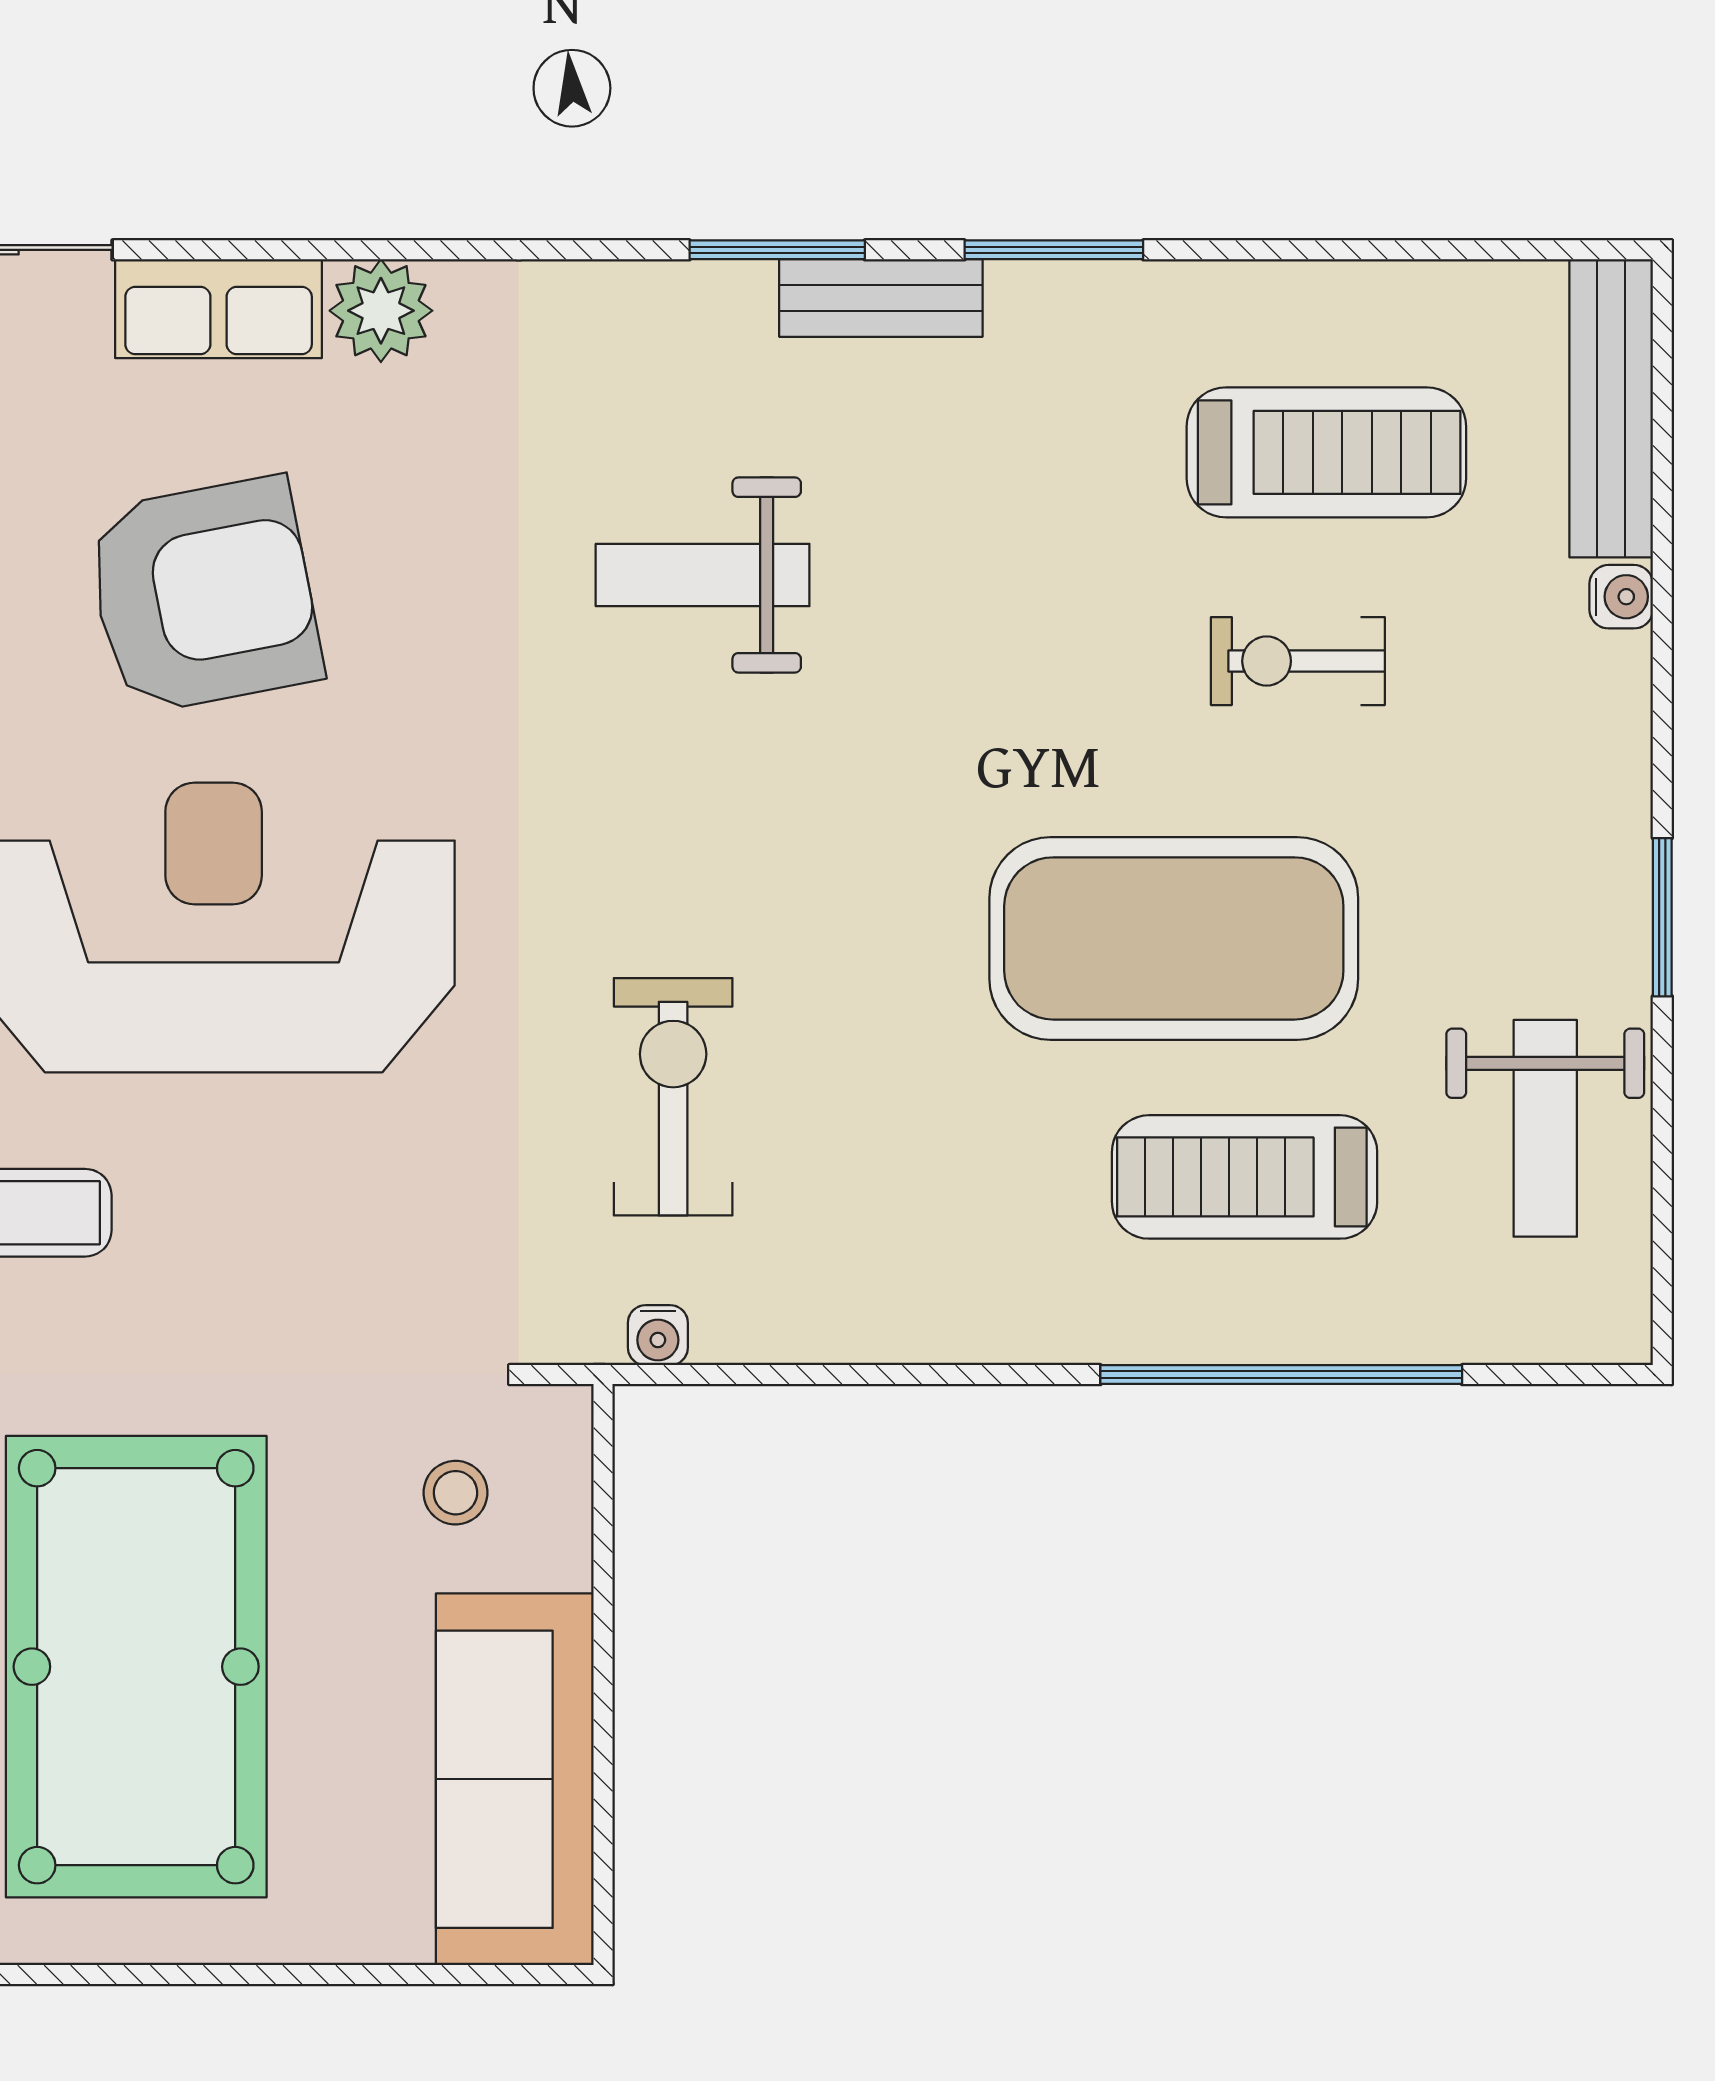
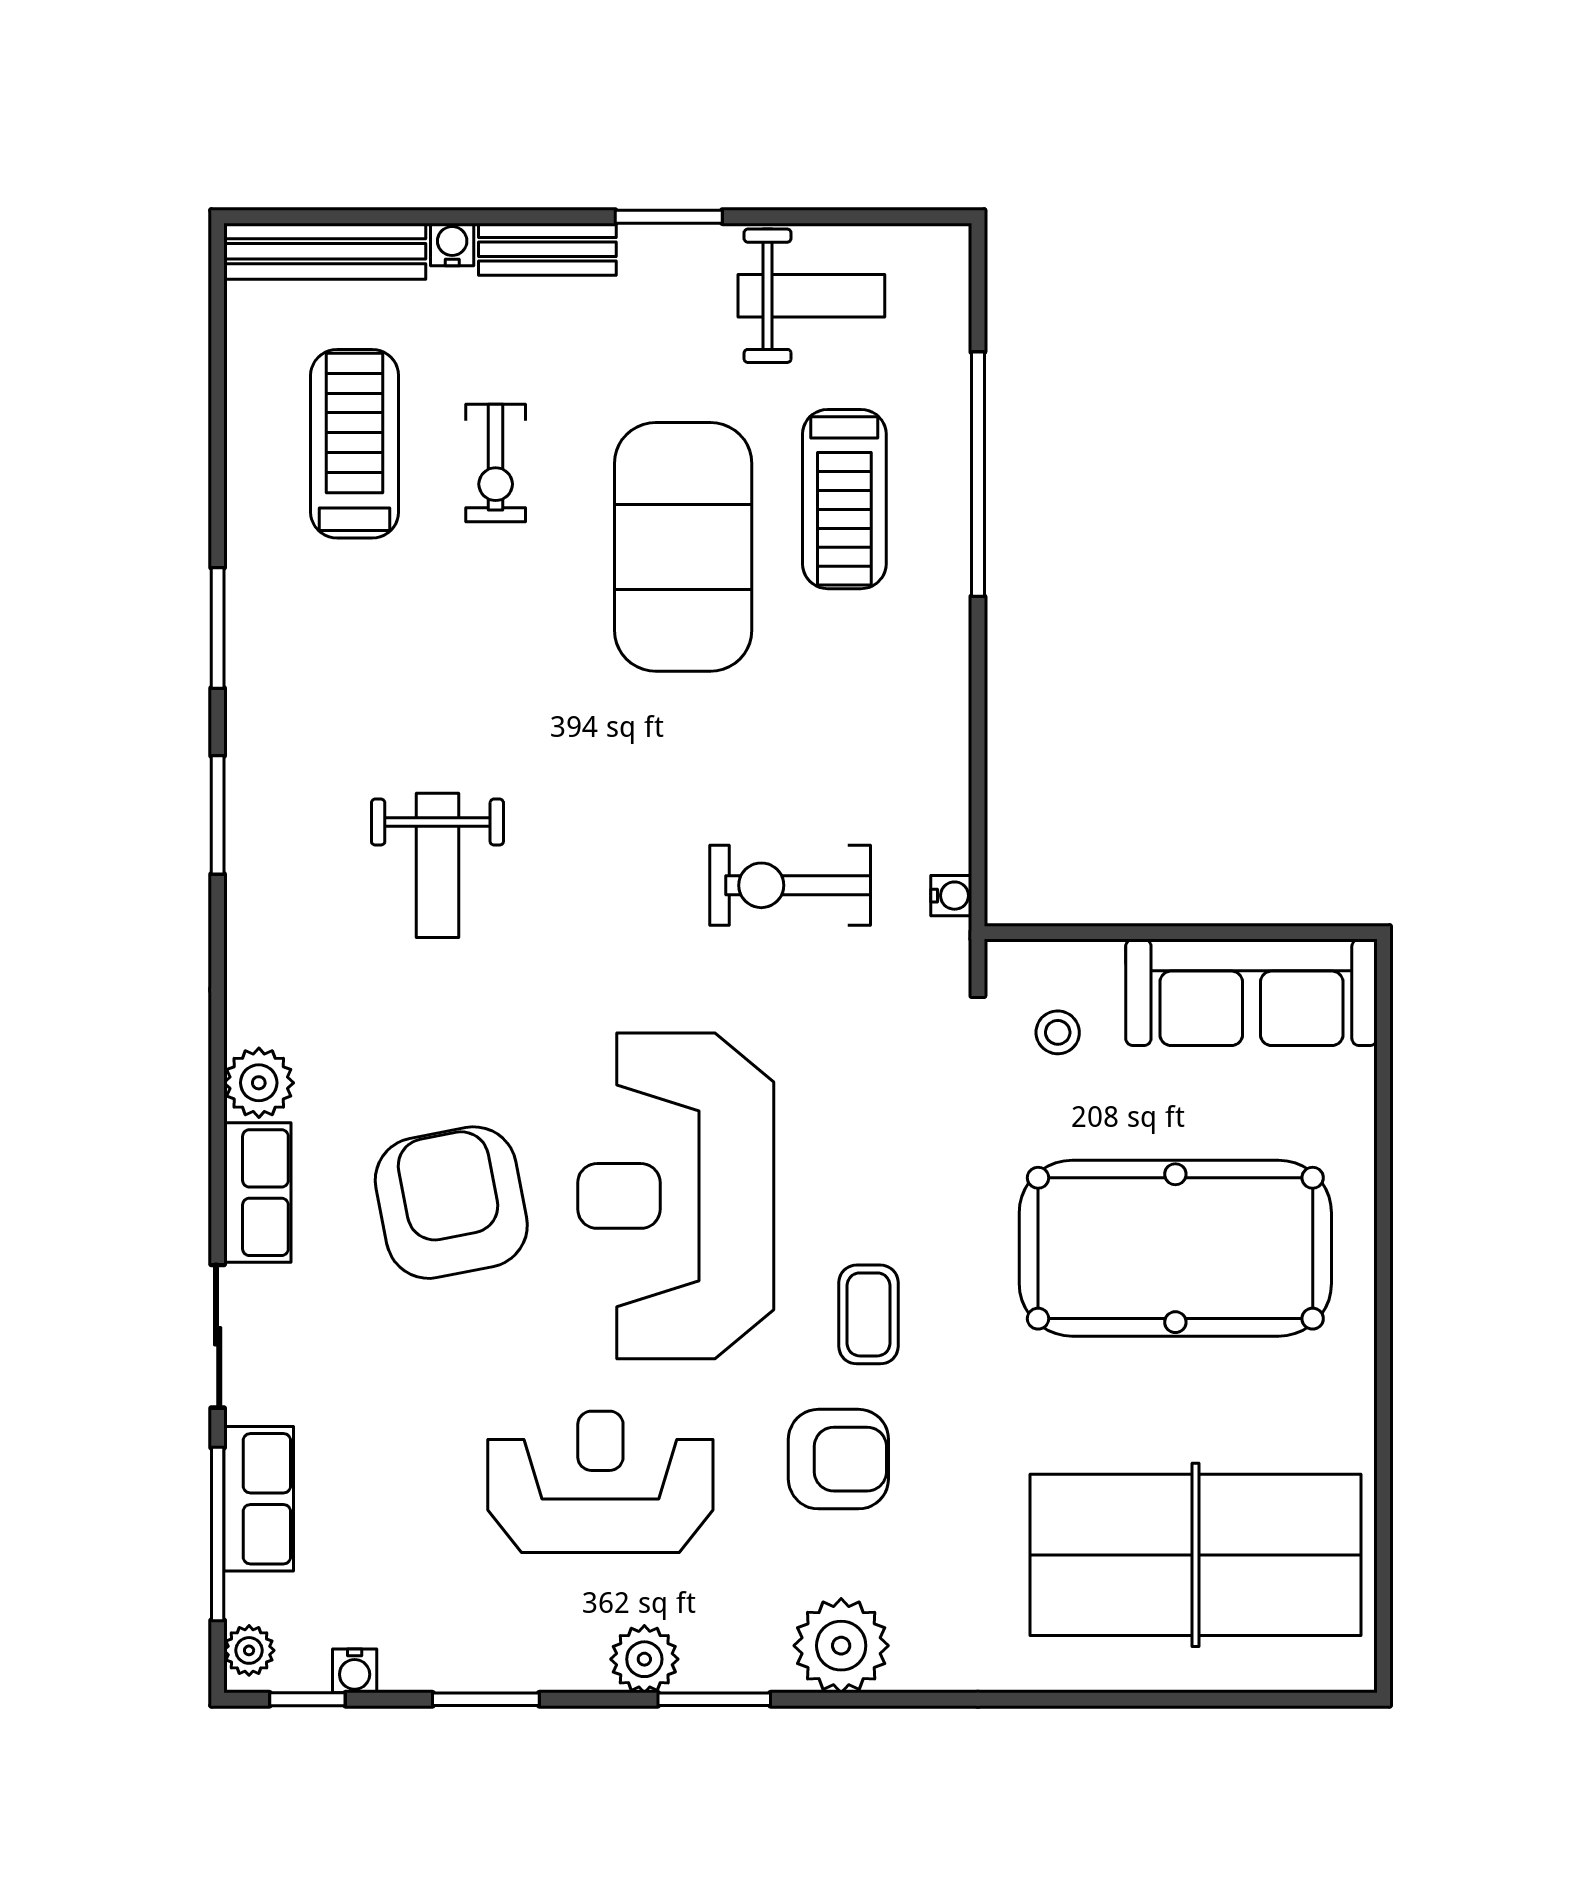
bench: (881, 298) -> (547, 249), moved, turned 90

